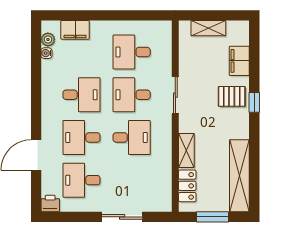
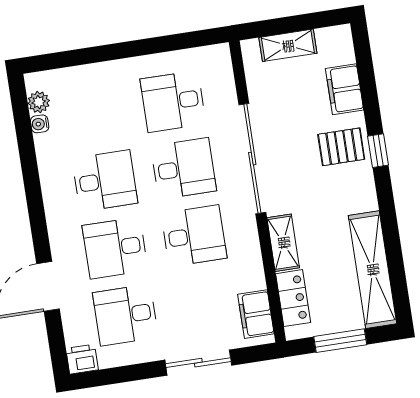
filing cabinet: (75, 30) -> (256, 314), moved, turned 90
desk: (132, 95) -> (183, 169), turned 180
sliding door: (175, 95) -> (252, 159), width x1.86

